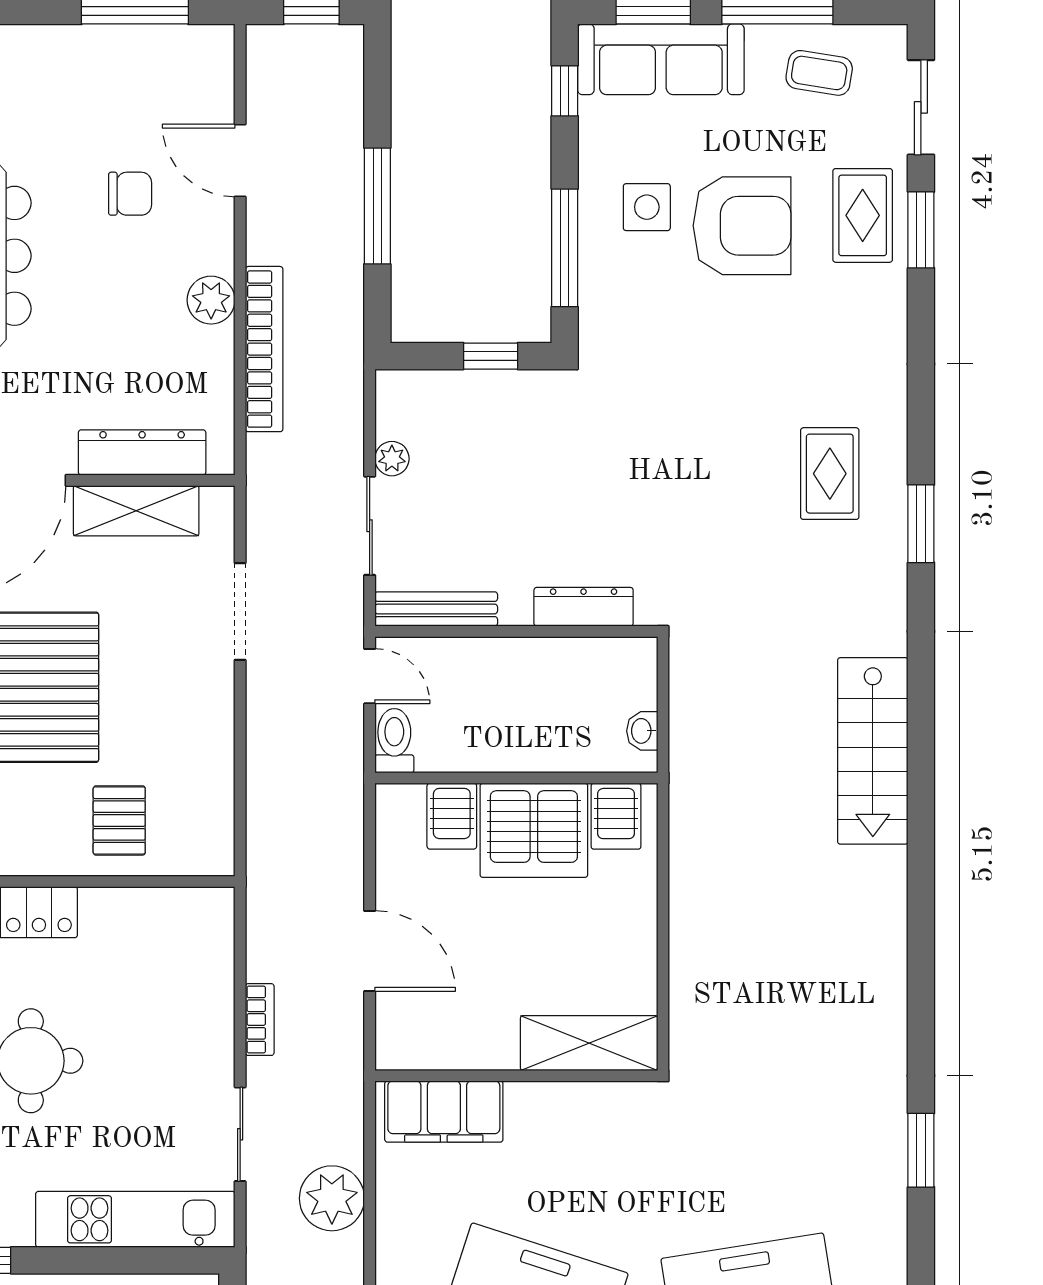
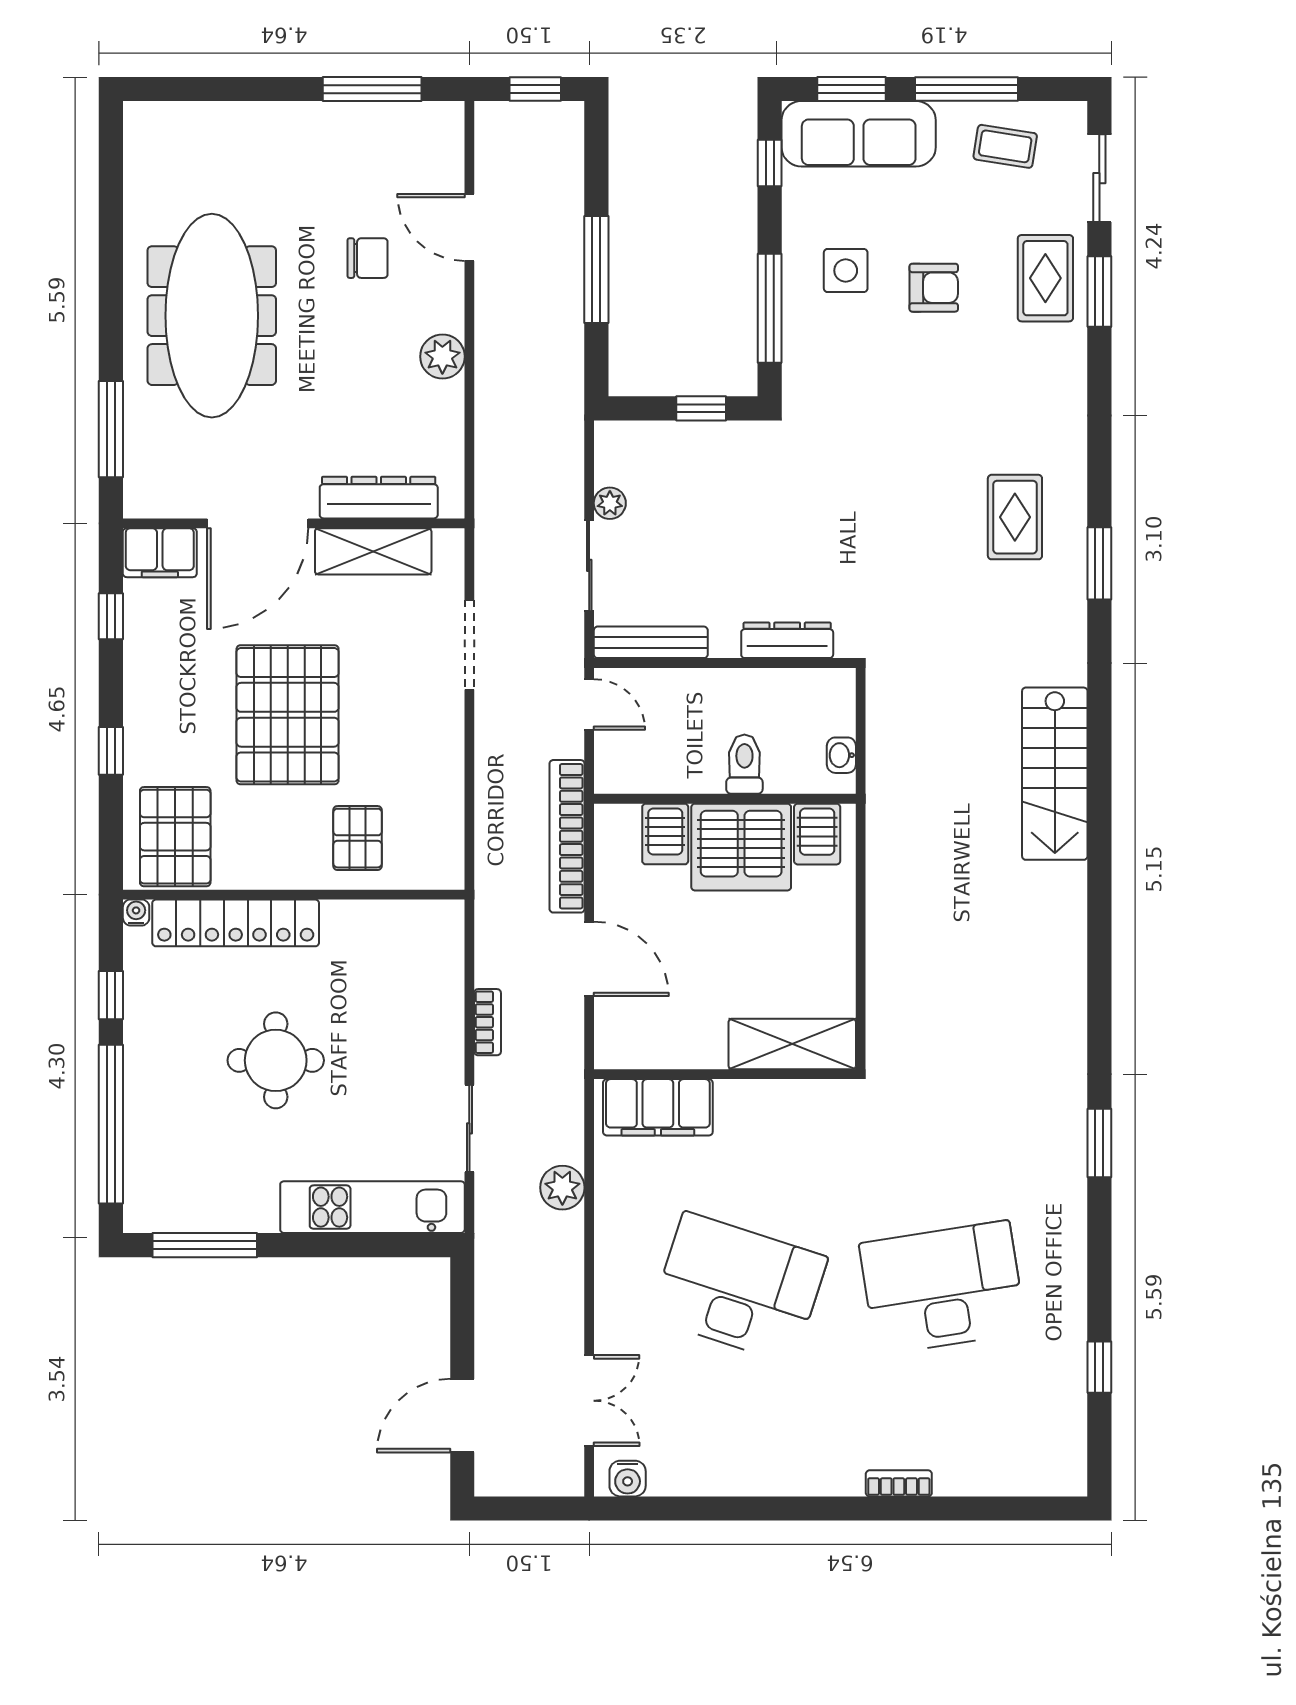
armchair: (742, 226) -> (934, 288), width x0.53, depth x0.53
bookcase: (264, 349) -> (567, 836), moved, turned 180
toilet: (394, 741) -> (744, 764), moved
plant: (332, 1198) -> (562, 1188), width x0.73, depth x0.73

